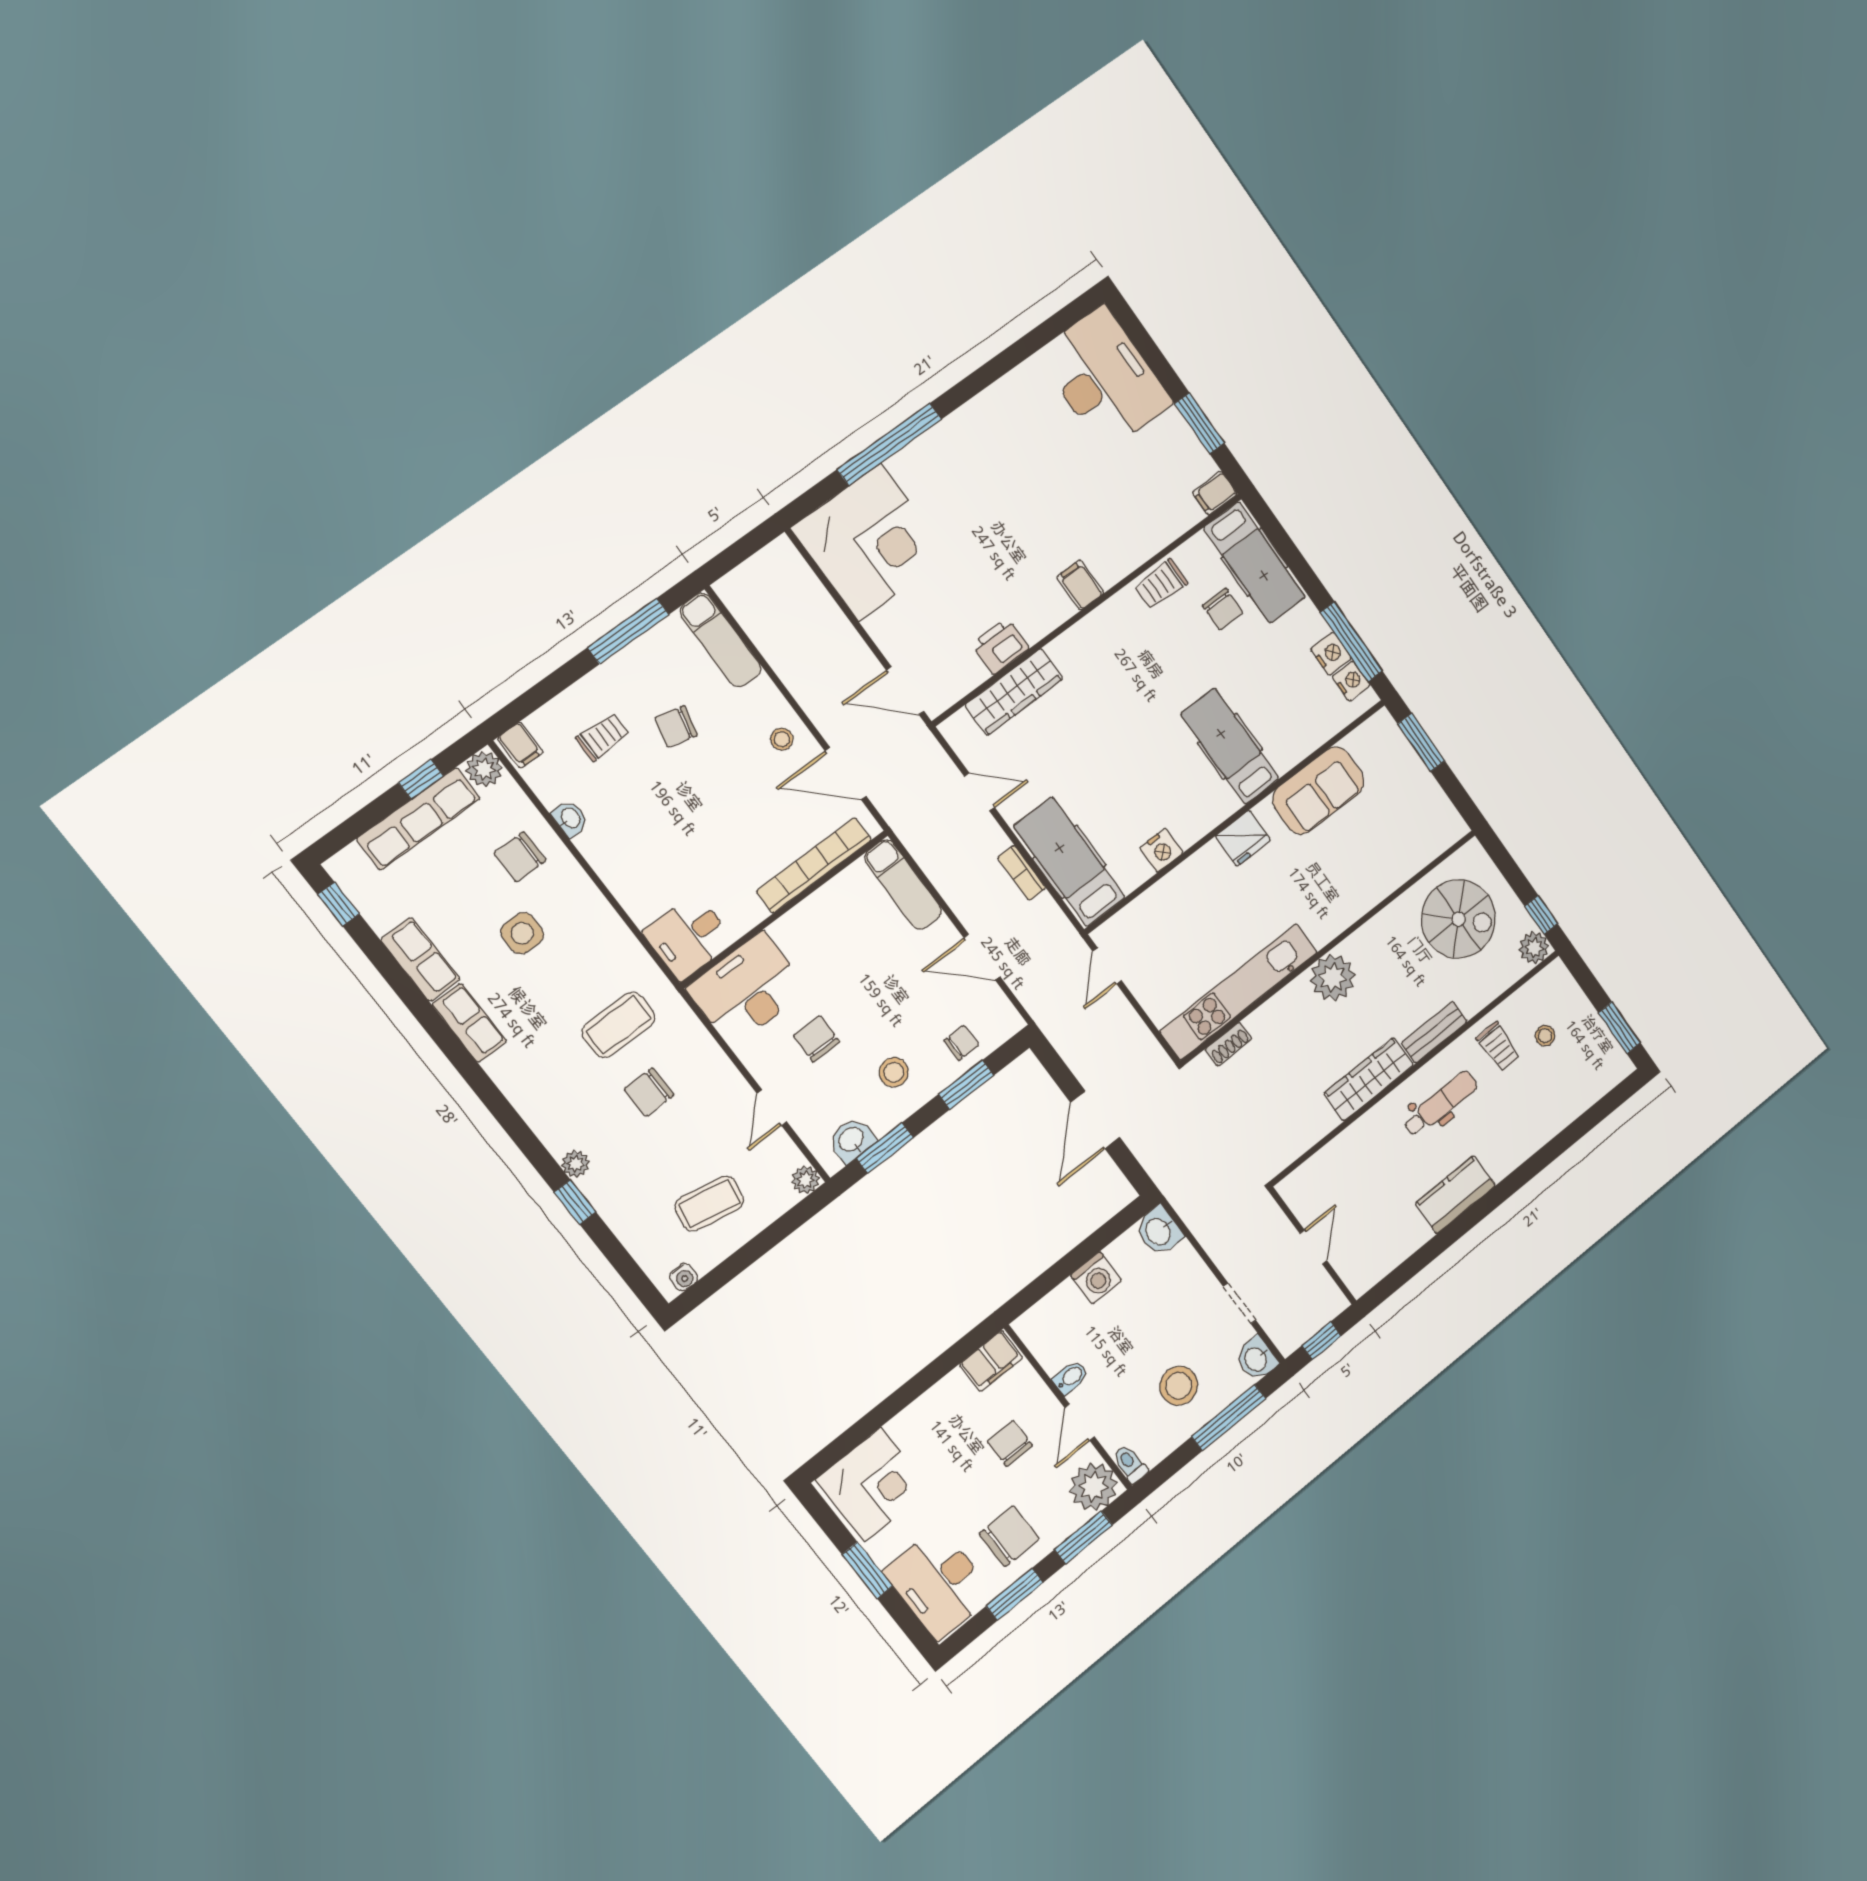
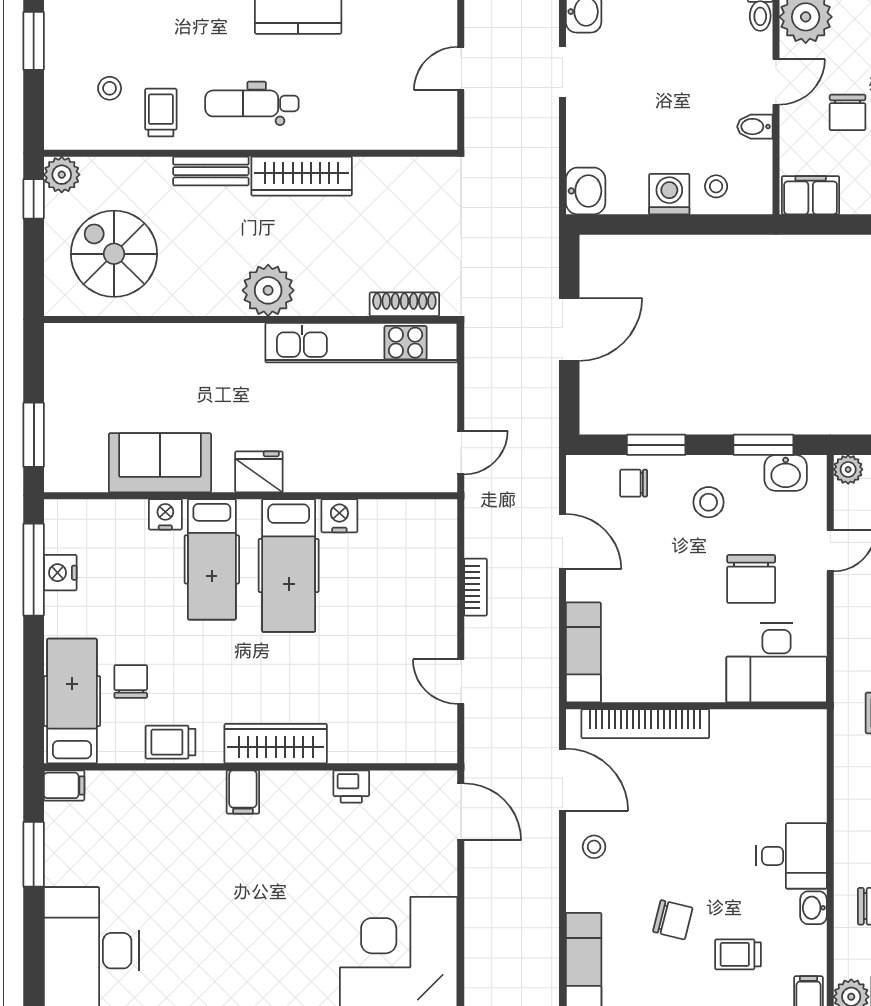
trolley: (1161, 584) -> (170, 742), turned 180
printer: (1000, 646) -> (351, 786), width x0.73, depth x0.81
nightstand: (1351, 681) -> (165, 514), moved, turned 90
wardrobe: (1014, 692) -> (276, 744), moved
hospital bed: (1069, 862) -> (289, 566), moved
desk: (689, 937) -> (792, 856), moved
chair: (817, 1039) -> (751, 579), width x1.37, depth x1.37
shoe rack: (1228, 1044) -> (404, 304), width x1.43
stool: (1179, 1386) -> (716, 186), moved, width x0.53, depth x0.53

